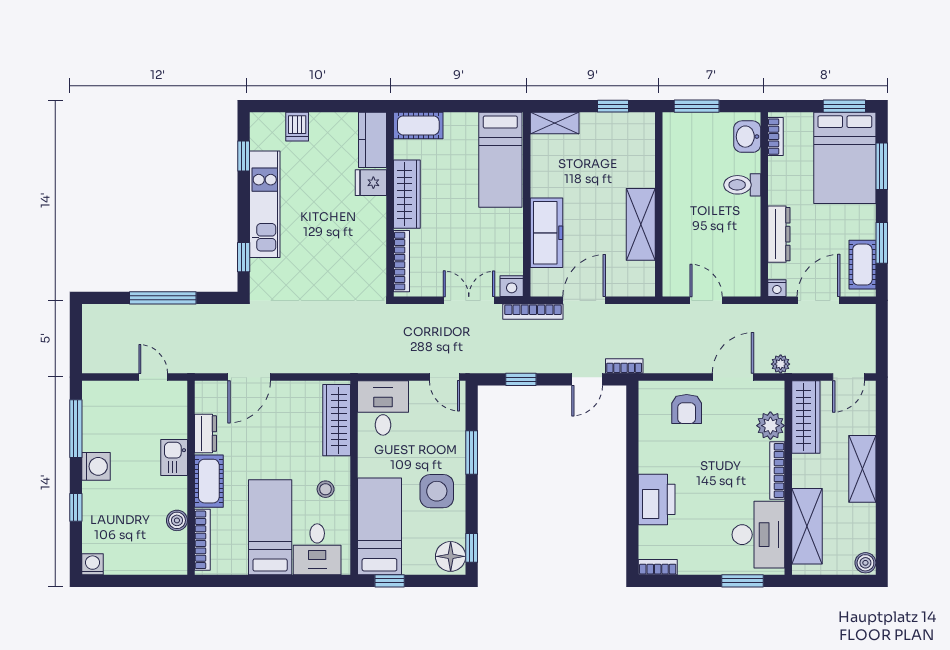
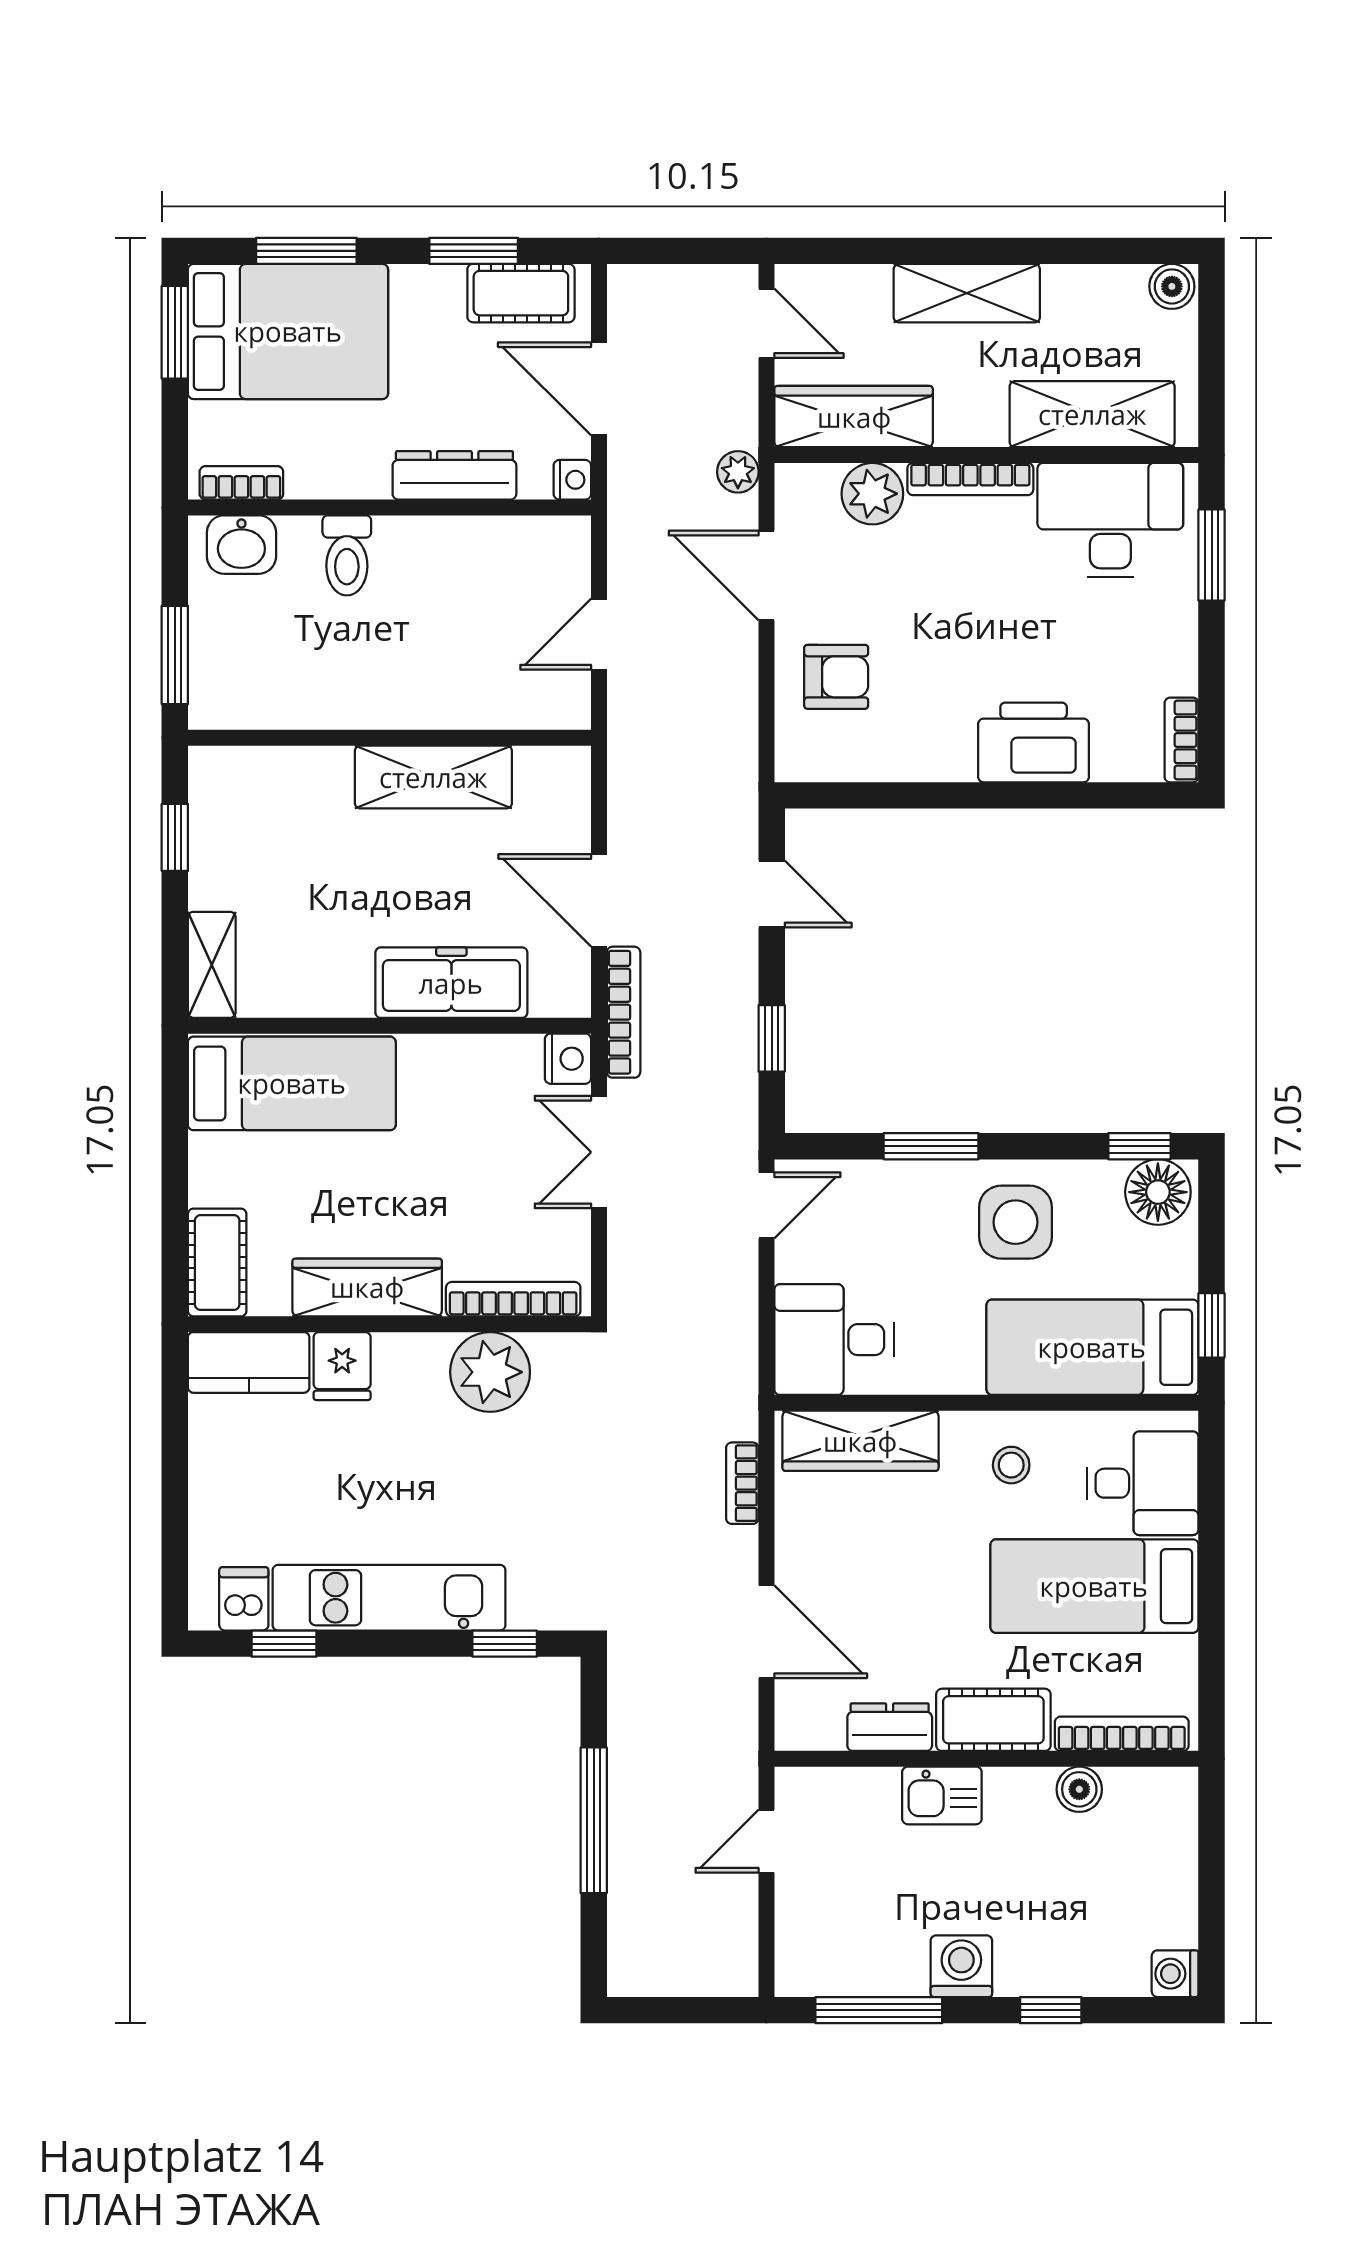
dishwasher: (297, 127) -> (244, 1599), moved, turned -90
plant: (368, 250) -> (490, 1372), added
bookcase: (624, 366) -> (742, 1483), moved

